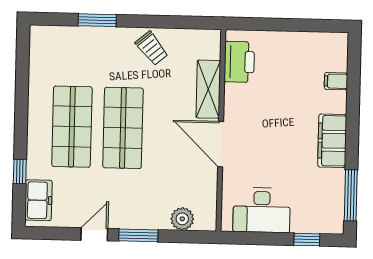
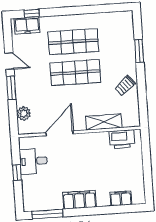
filing cabinet: (336, 81) -> (121, 198), width x2.00
door: (221, 144) -> (60, 133), moved
window: (20, 171) -> (32, 13), moved
desk: (262, 210) -> (33, 161), width x0.73
window: (307, 240) -> (17, 173), moved

